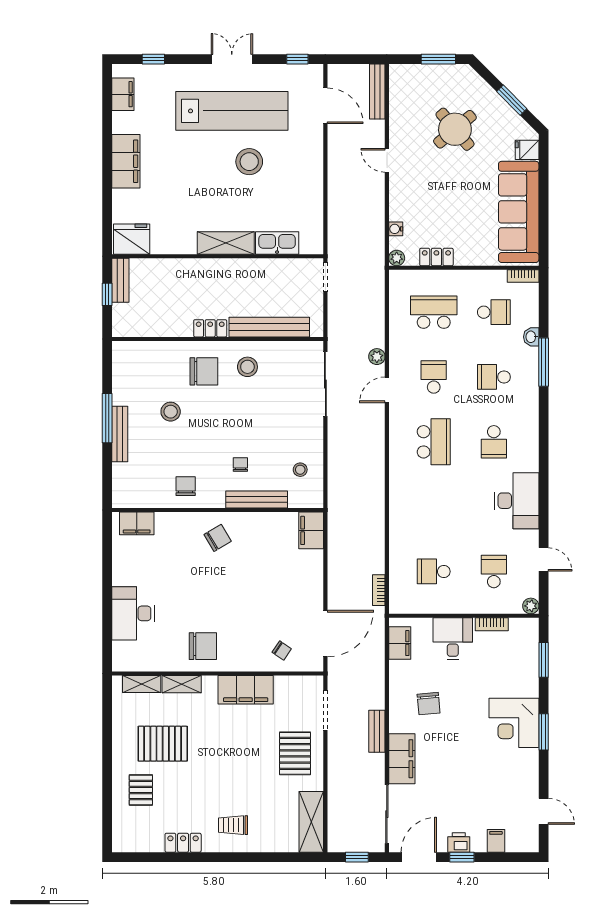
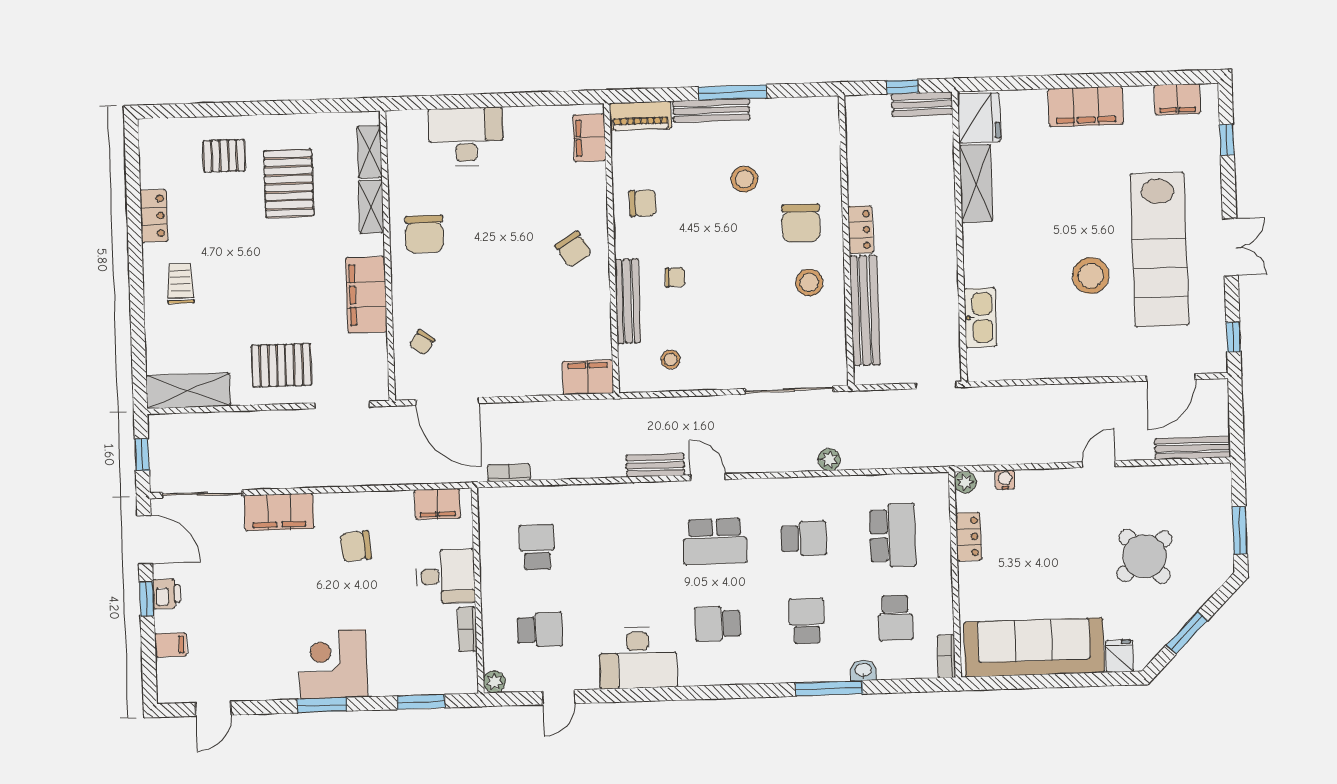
shelving: (226, 243) -> (976, 183), moved
door: (387, 390) -> (708, 477), moved
piano: (122, 486) -> (640, 116), added
bench: (377, 731) -> (655, 465), moved

